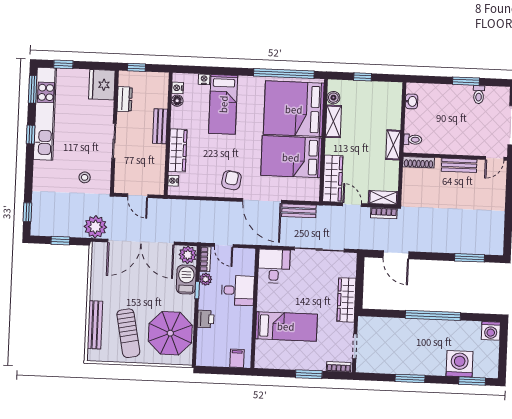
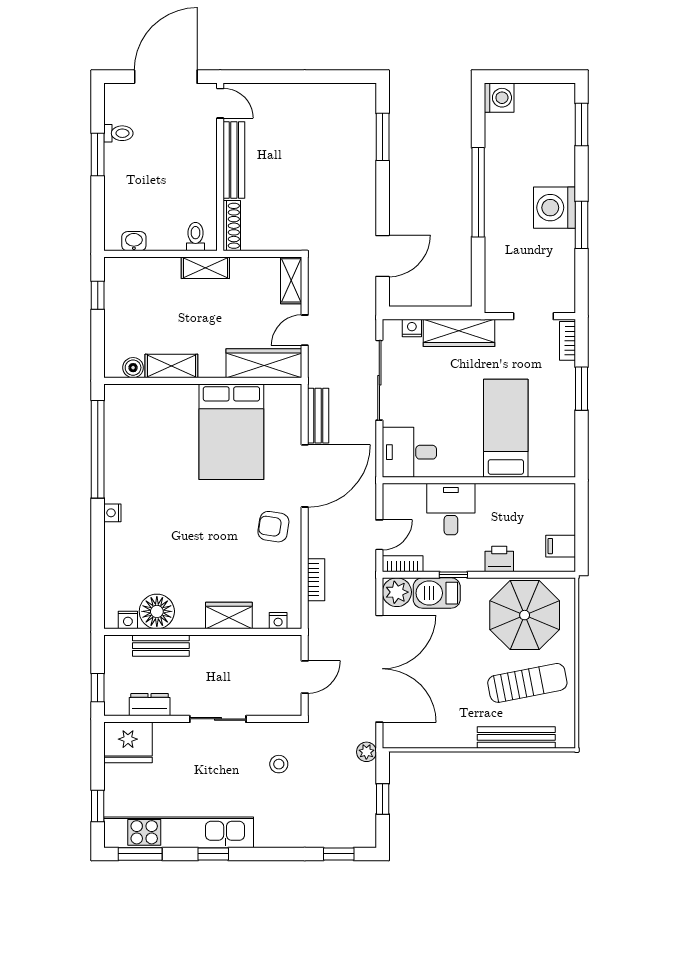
window: (363, 77) -> (98, 295), moved
nightstand: (204, 79) -> (112, 513), moved
floor lamp: (177, 101) -> (157, 611), width x1.89, depth x1.89
bed: (223, 104) -> (151, 545), removed
bed: (294, 109) -> (154, 431), removed
bench: (160, 126) -> (161, 646), moved
wardrobe: (178, 150) -> (229, 616), width x0.67
bench: (459, 165) -> (234, 160), width x1.36
bookcase: (384, 213) -> (316, 580), moved
plant: (95, 227) -> (366, 752), width x0.53, depth x0.53
nightstand: (351, 271) -> (412, 328), added
plant: (206, 279) -> (435, 562), removed
filing cabinet: (237, 358) -> (561, 546), moved
washing machine: (460, 364) -> (554, 208), moved

